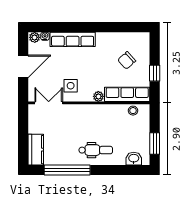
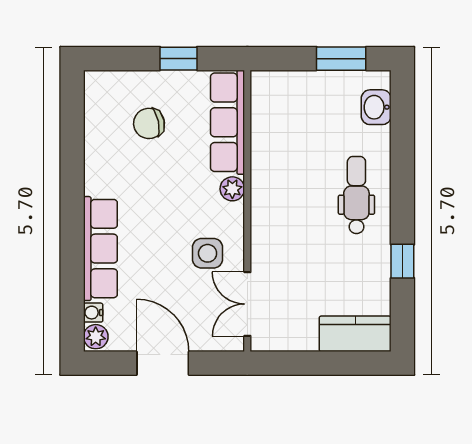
chair: (127, 60) -> (149, 123), turned 120
stool: (133, 111) -> (265, 109), removed
window: (67, 170) -> (402, 261), width x0.32

